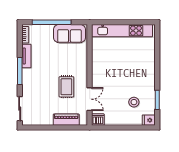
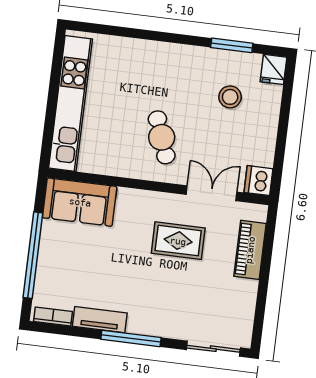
sofa: (69, 34) -> (80, 202), moved, turned 90
cafe table: (112, 74) -> (162, 137), added

